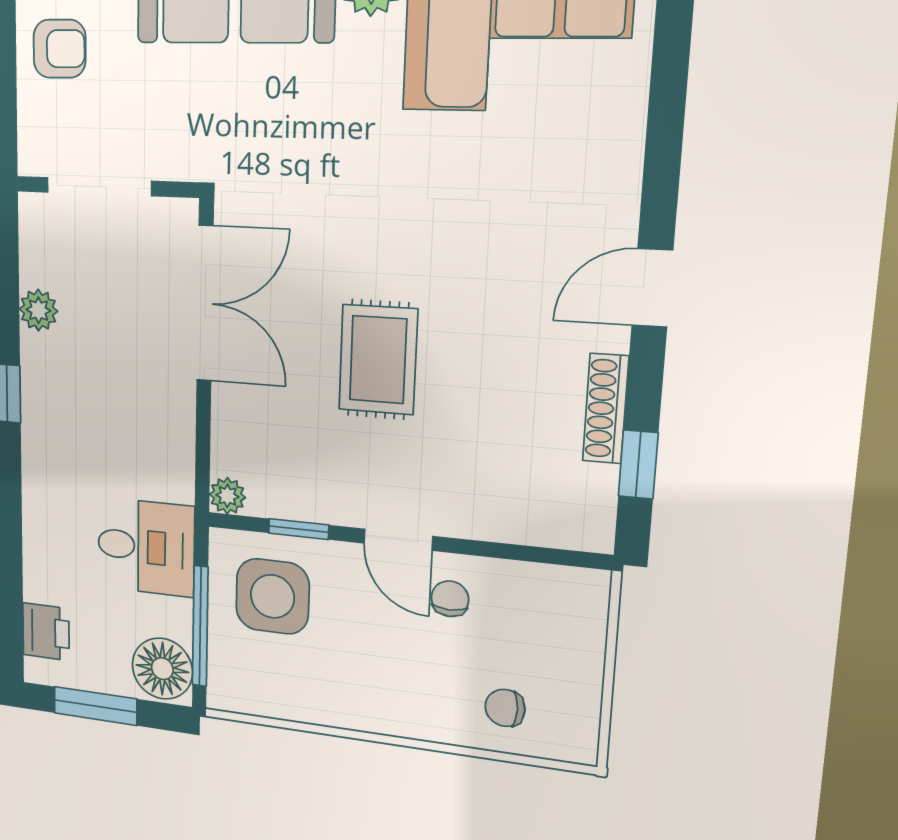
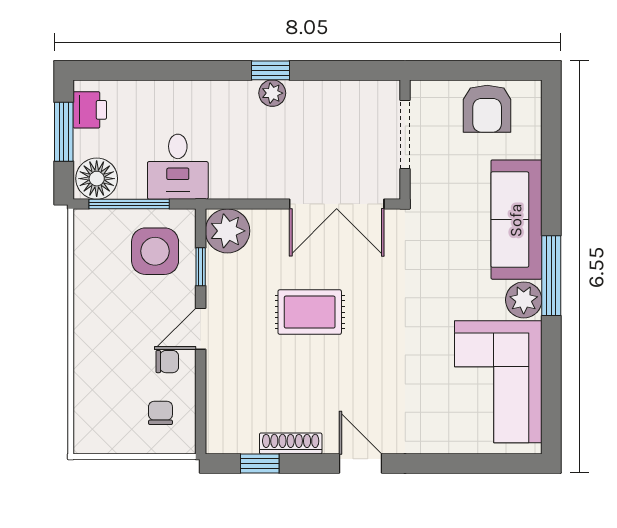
armchair: (59, 49) -> (487, 109), width x1.38, depth x1.38
plant: (38, 310) -> (272, 93), moved
plant: (227, 496) -> (227, 231), width x1.88, depth x1.88
printer: (46, 632) -> (90, 110), moved, turned -90
chair: (505, 708) -> (160, 413), moved

